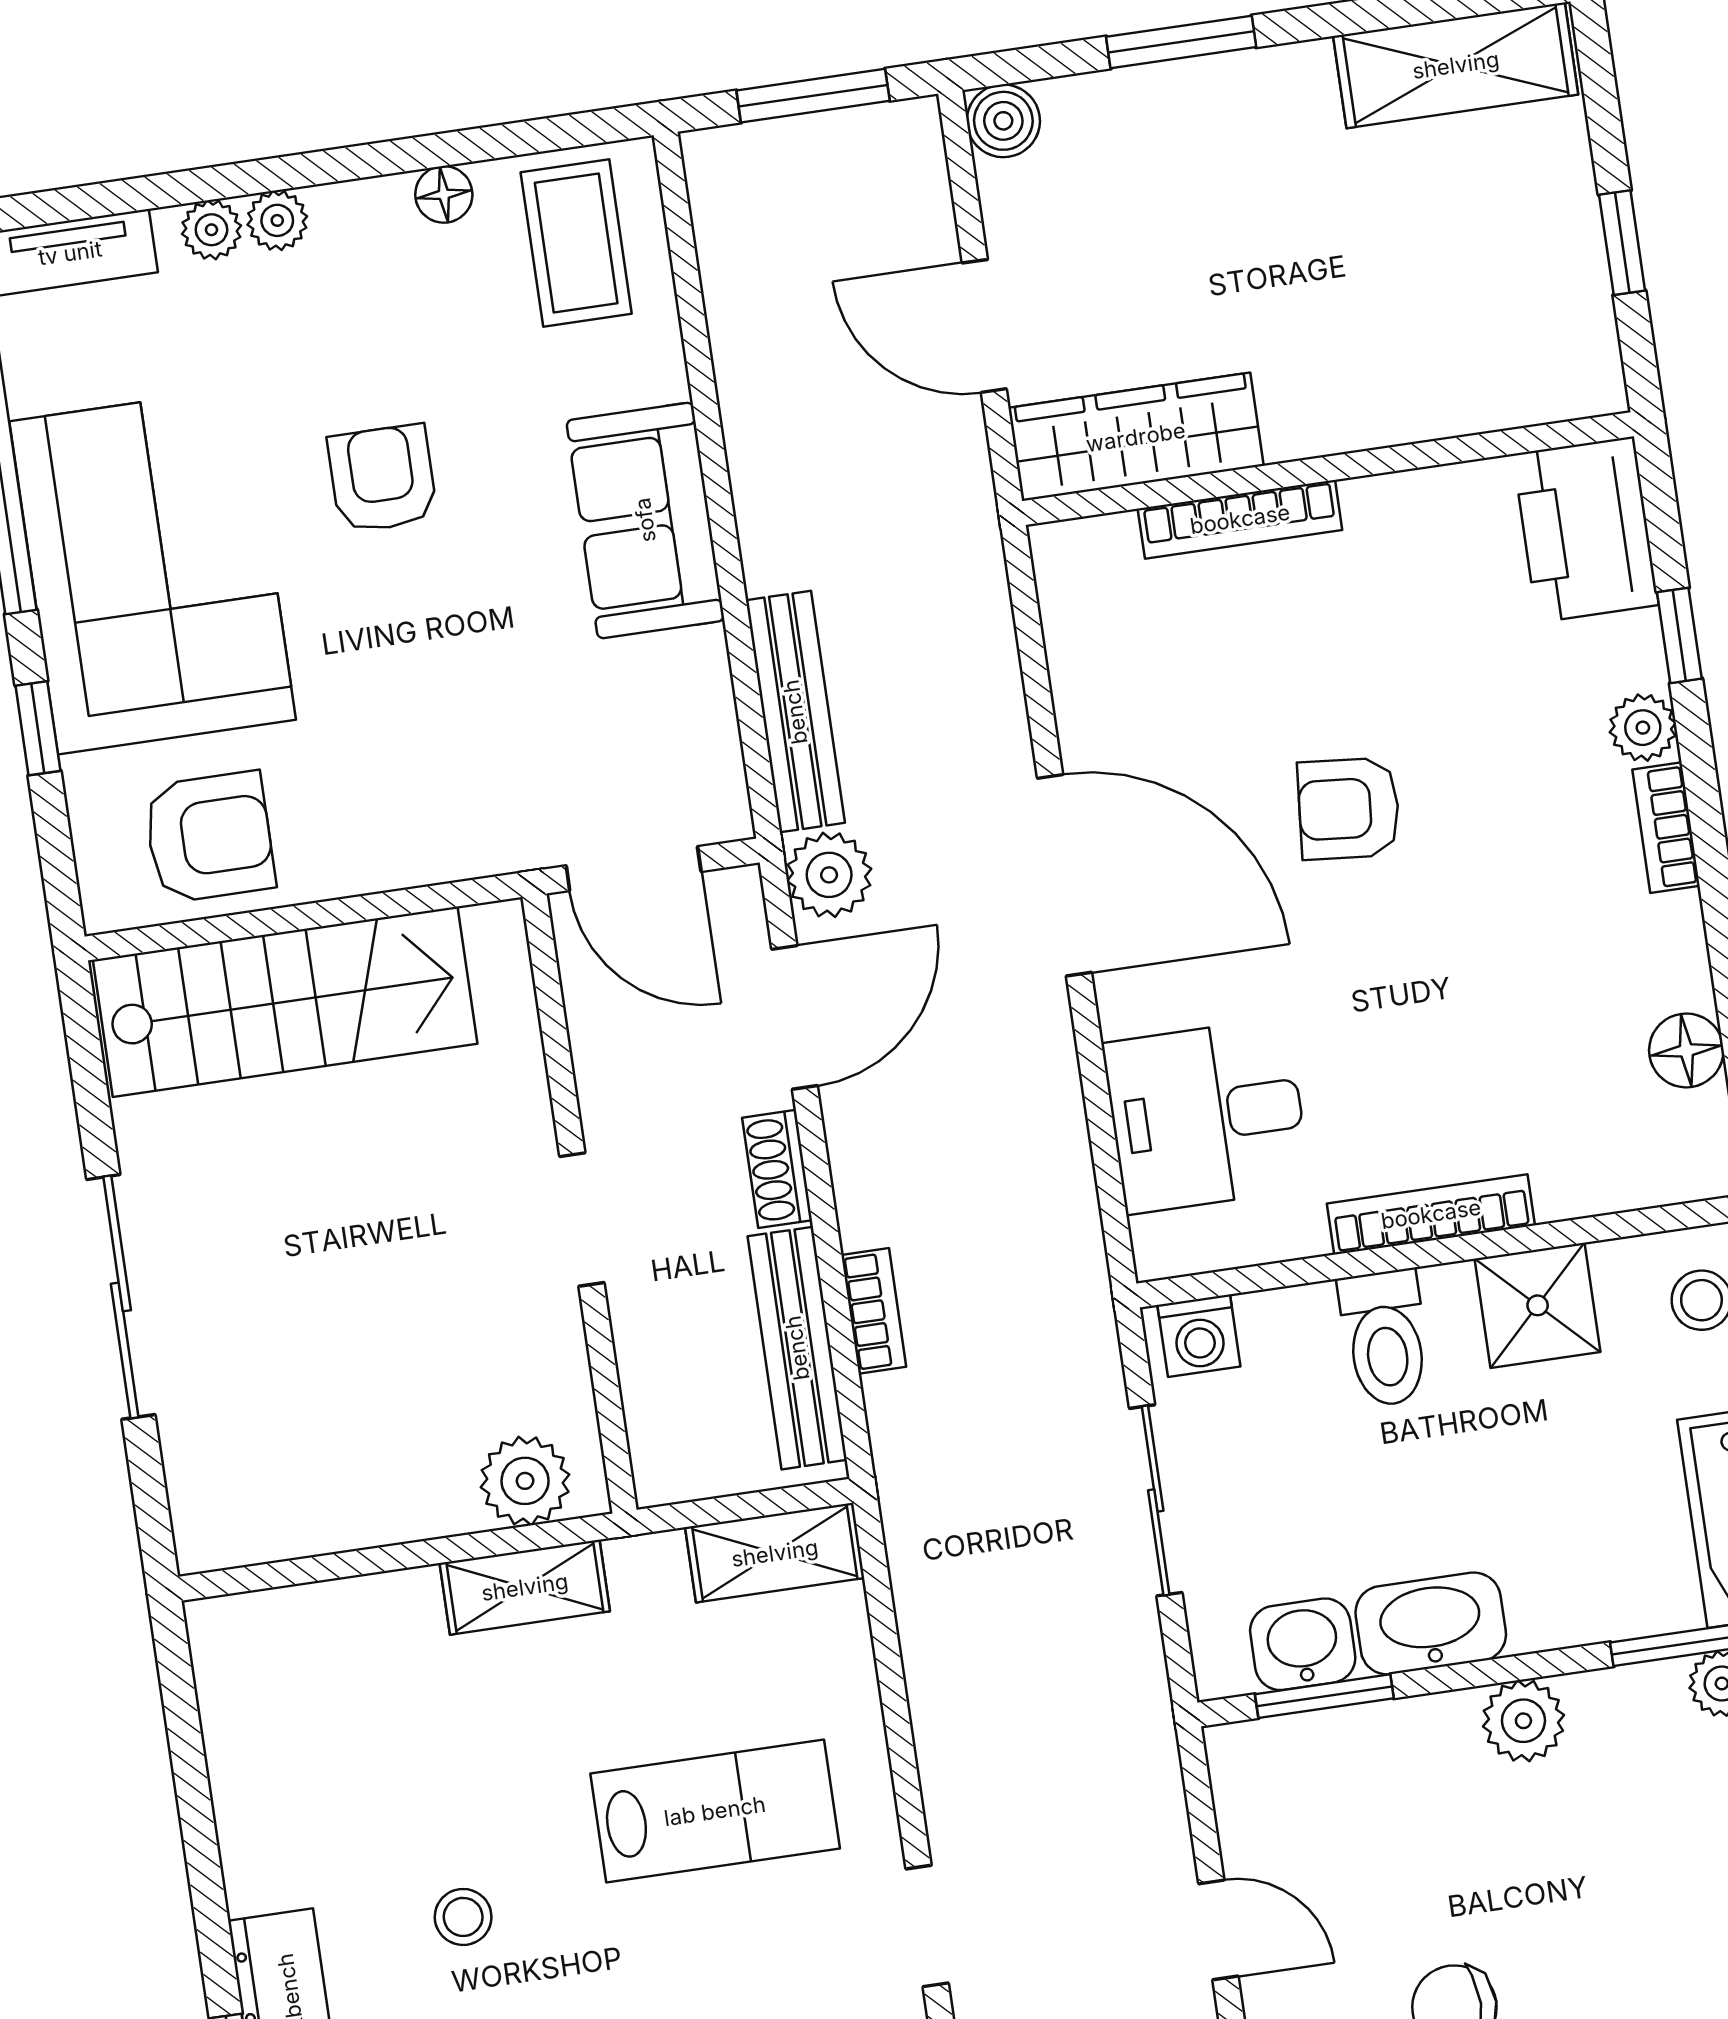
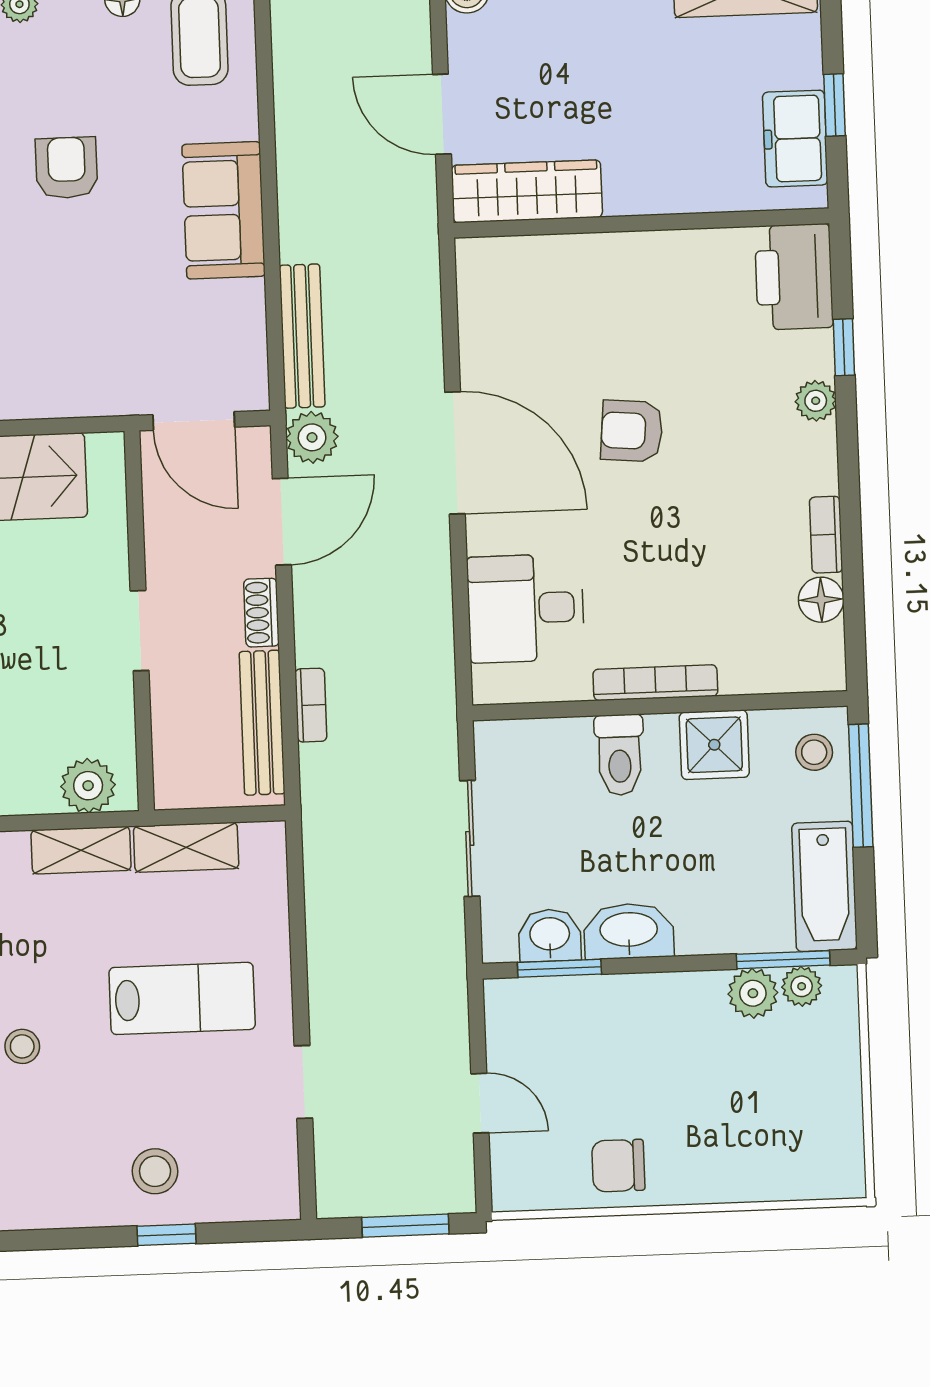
freezer: (1564, 304) -> (795, 139), added
bookcase: (1240, 519) -> (585, 248), removed
bookcase: (1666, 828) -> (826, 535), moved
washing machine: (1199, 1336) -> (507, 741), removed
shelving: (775, 1553) -> (186, 847), moved
plant: (1523, 1721) -> (753, 993), moved

